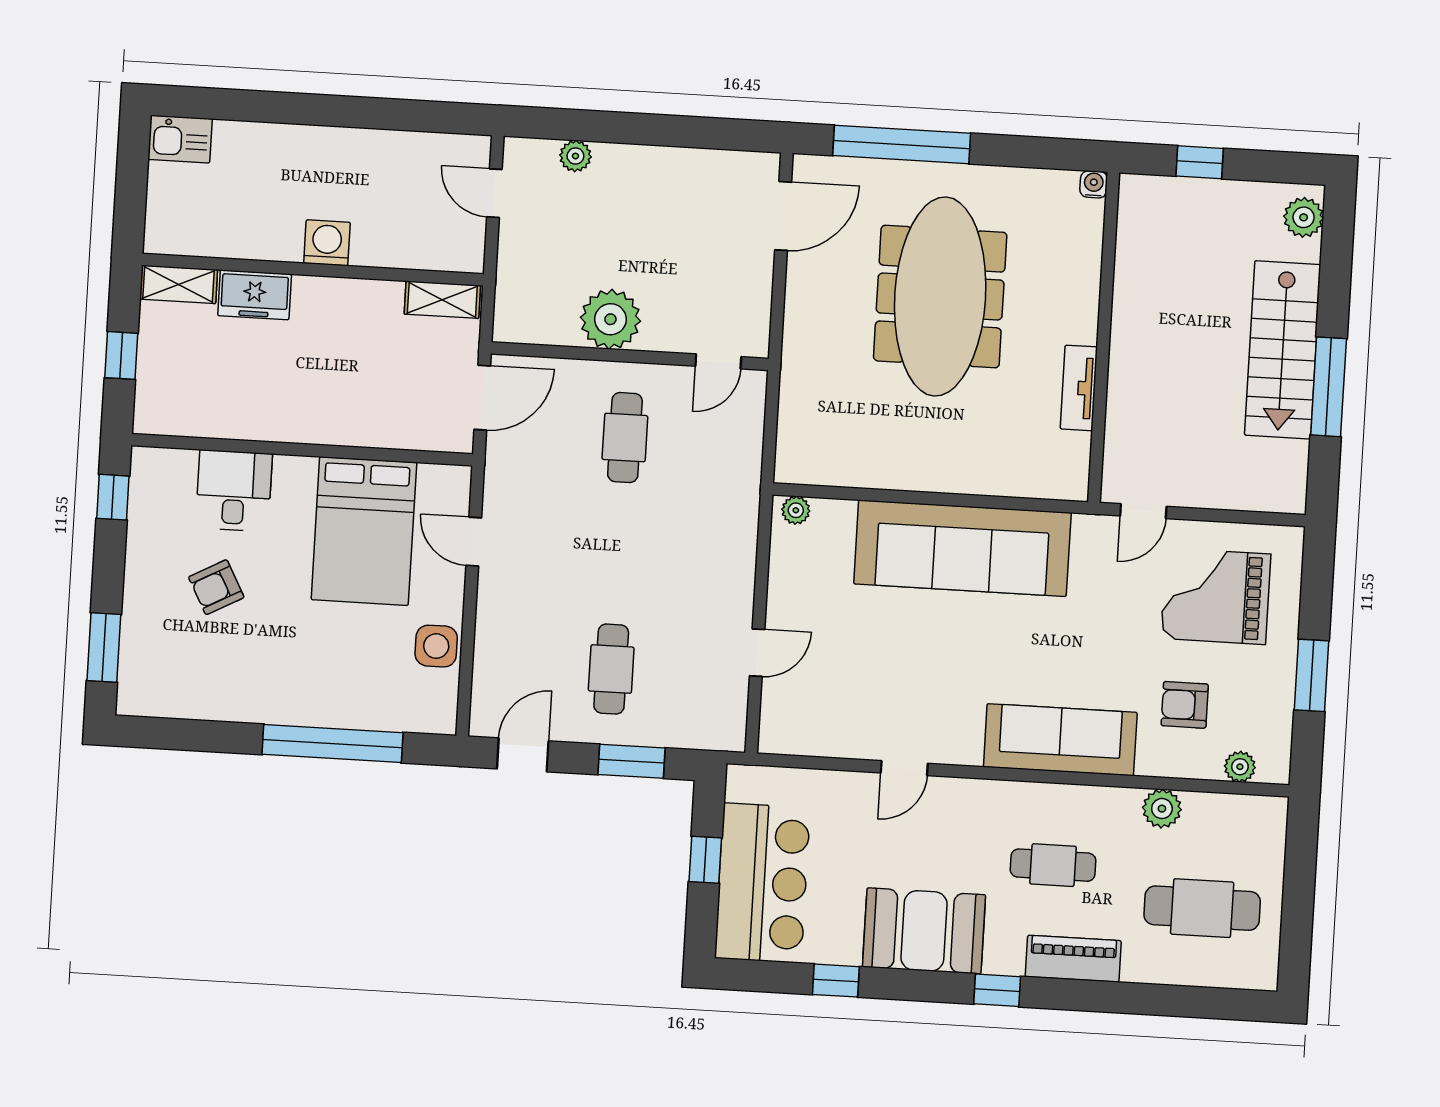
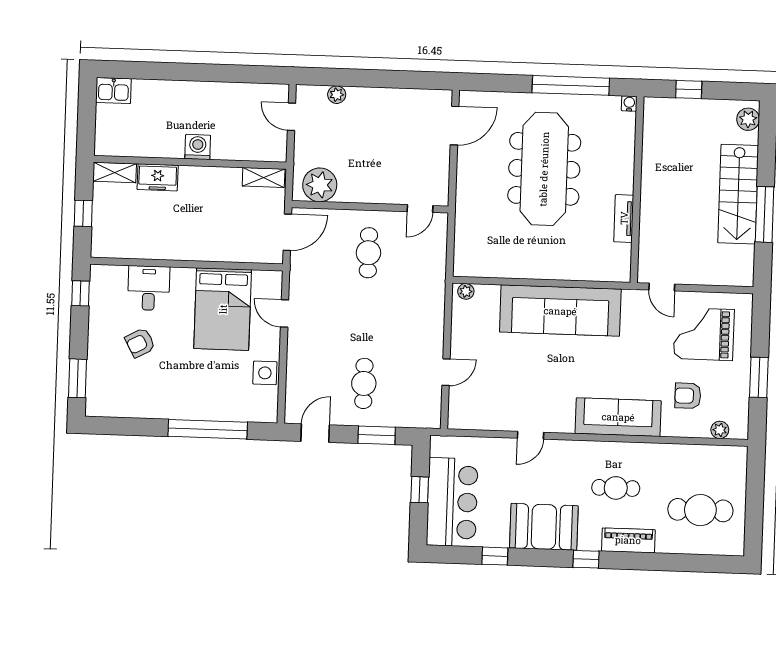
window: (902, 144) -> (571, 85), moved
plant: (610, 319) -> (320, 185), moved
door: (1143, 511) -> (662, 287), hinge flipped
plant: (1162, 809) -> (676, 455), removed

